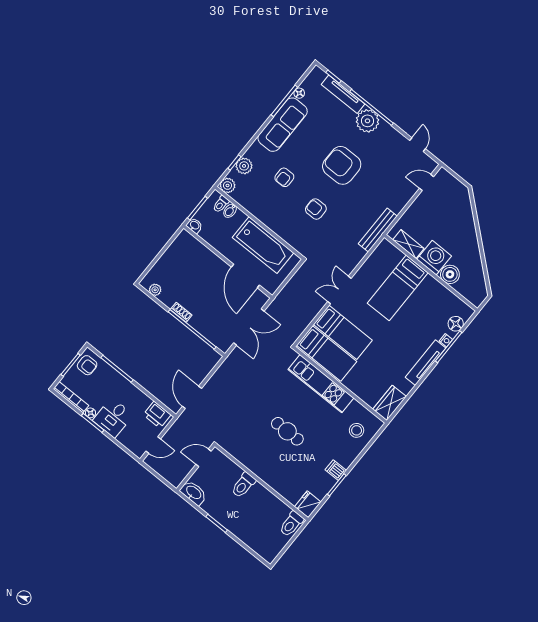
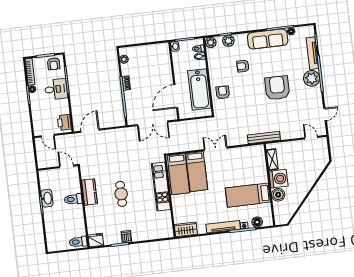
armchair: (316, 209) -> (223, 92), moved
bed: (398, 288) -> (248, 195), moved
desk: (113, 418) -> (56, 89), moved, turned 180
stool: (357, 430) -> (156, 227), removed
kitchen counter: (253, 461) -> (89, 192), added
washbasin: (193, 493) -> (47, 198), moved

